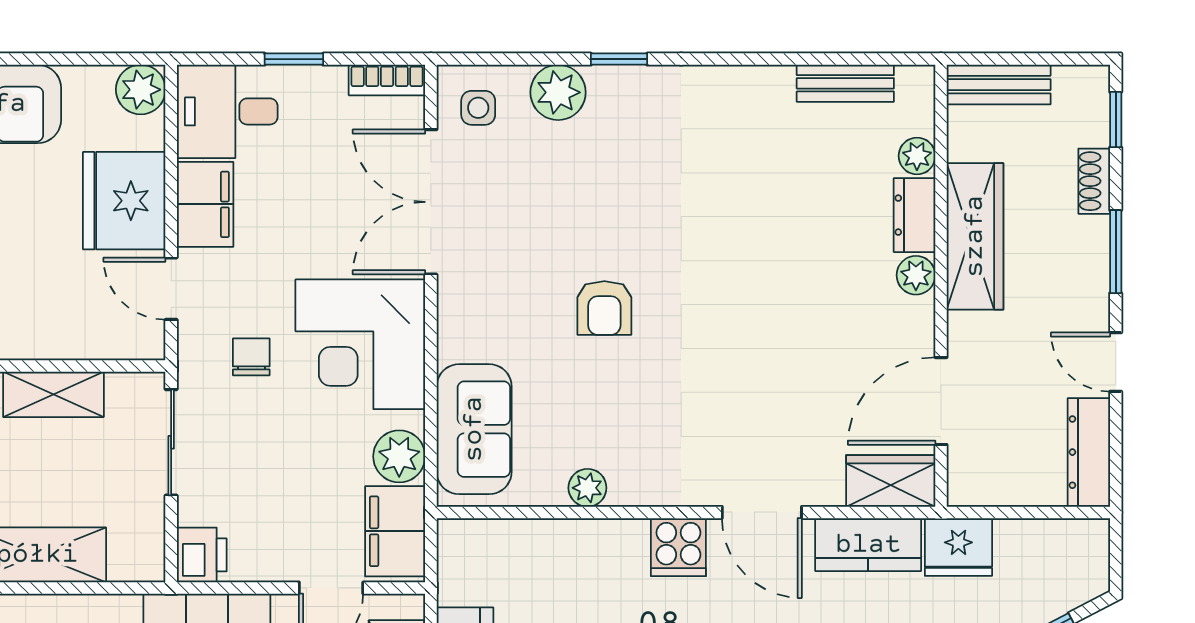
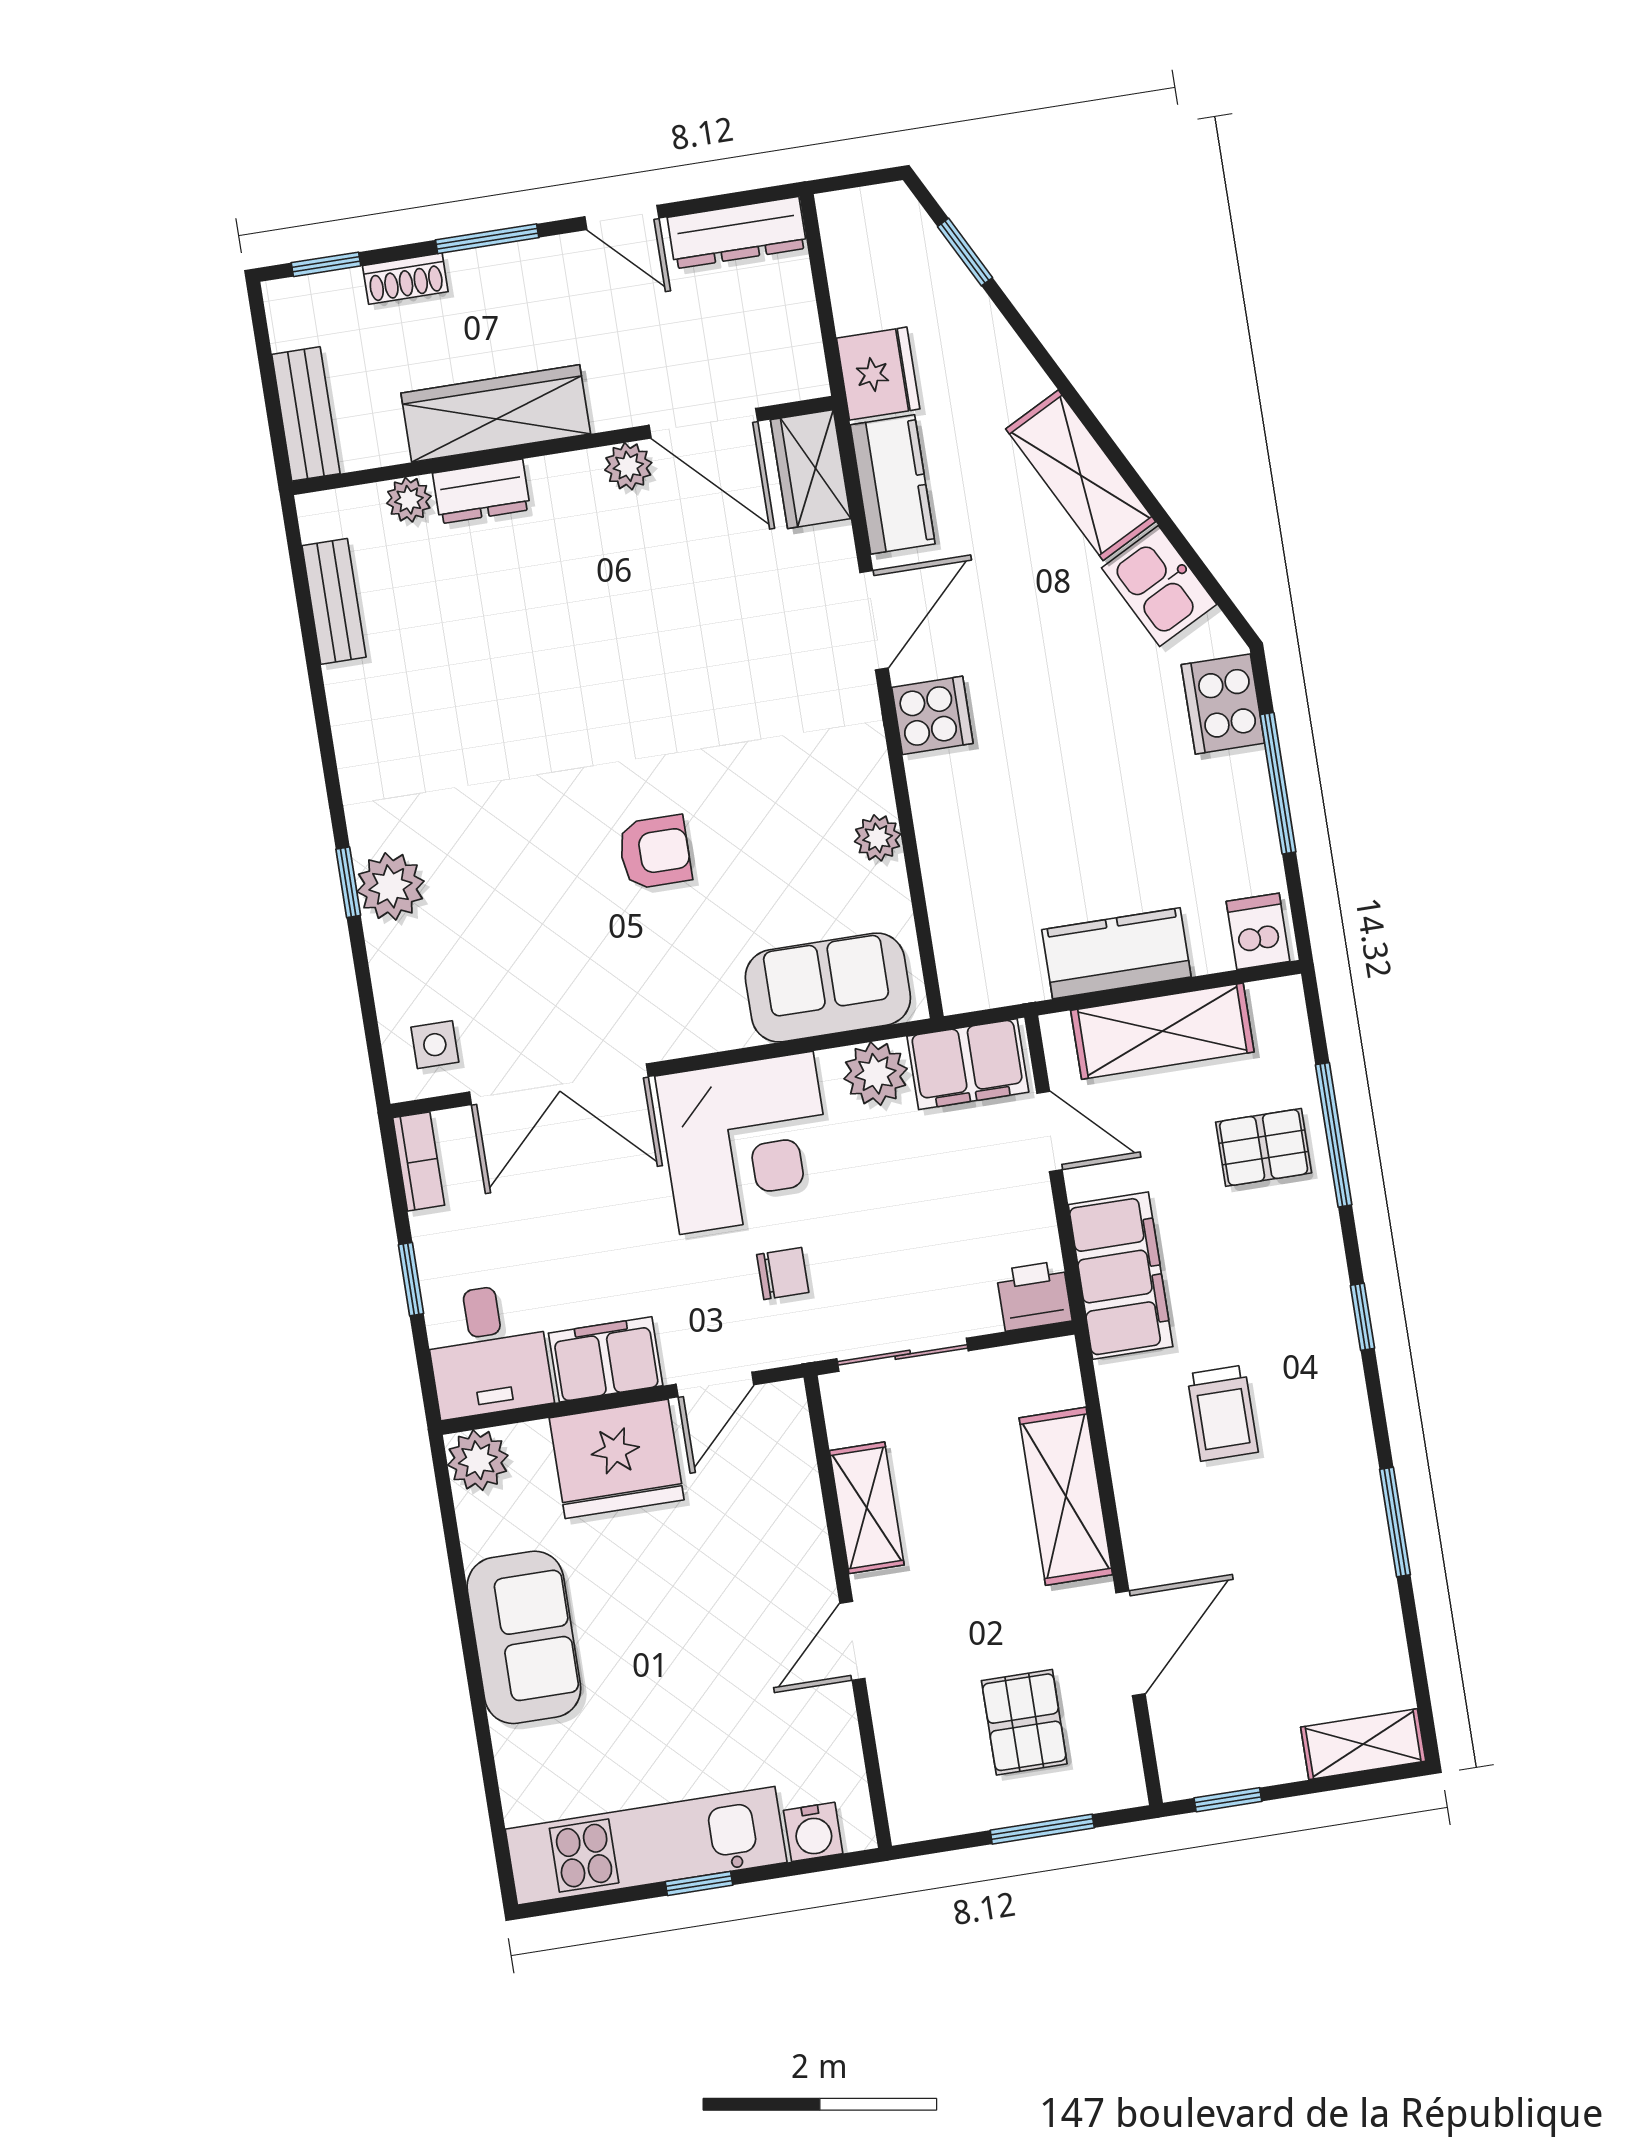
plant: (558, 92) -> (390, 886), moved
plant: (916, 275) -> (628, 466), moved
chair: (251, 357) -> (783, 1274), turned 180
door: (1116, 362) -> (622, 217), hinge flipped

